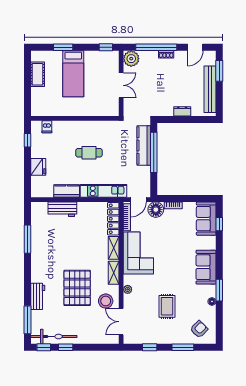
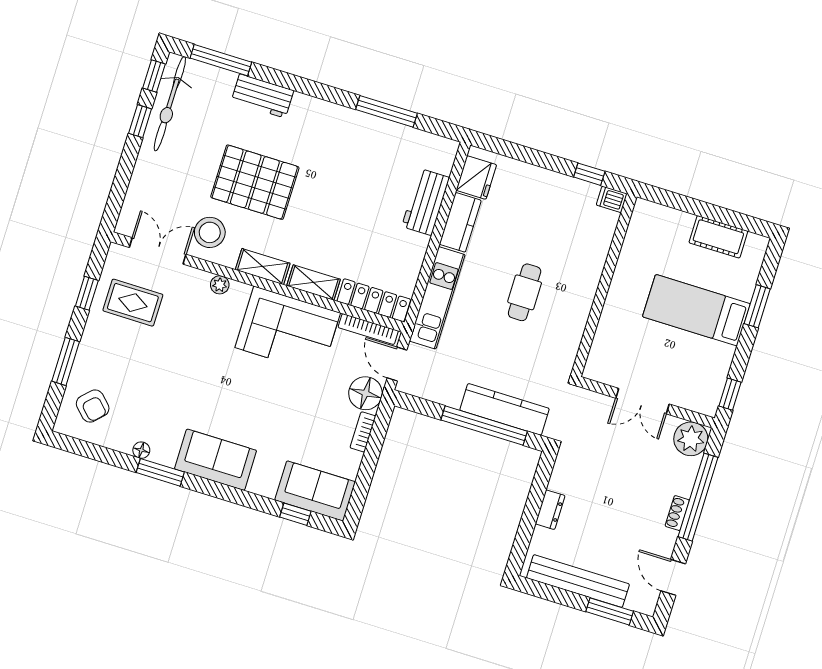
dishwasher: (47, 127) -> (612, 199), moved
fridge: (38, 167) -> (476, 178), moved, turned -90
rug: (167, 306) -> (133, 303), moved

